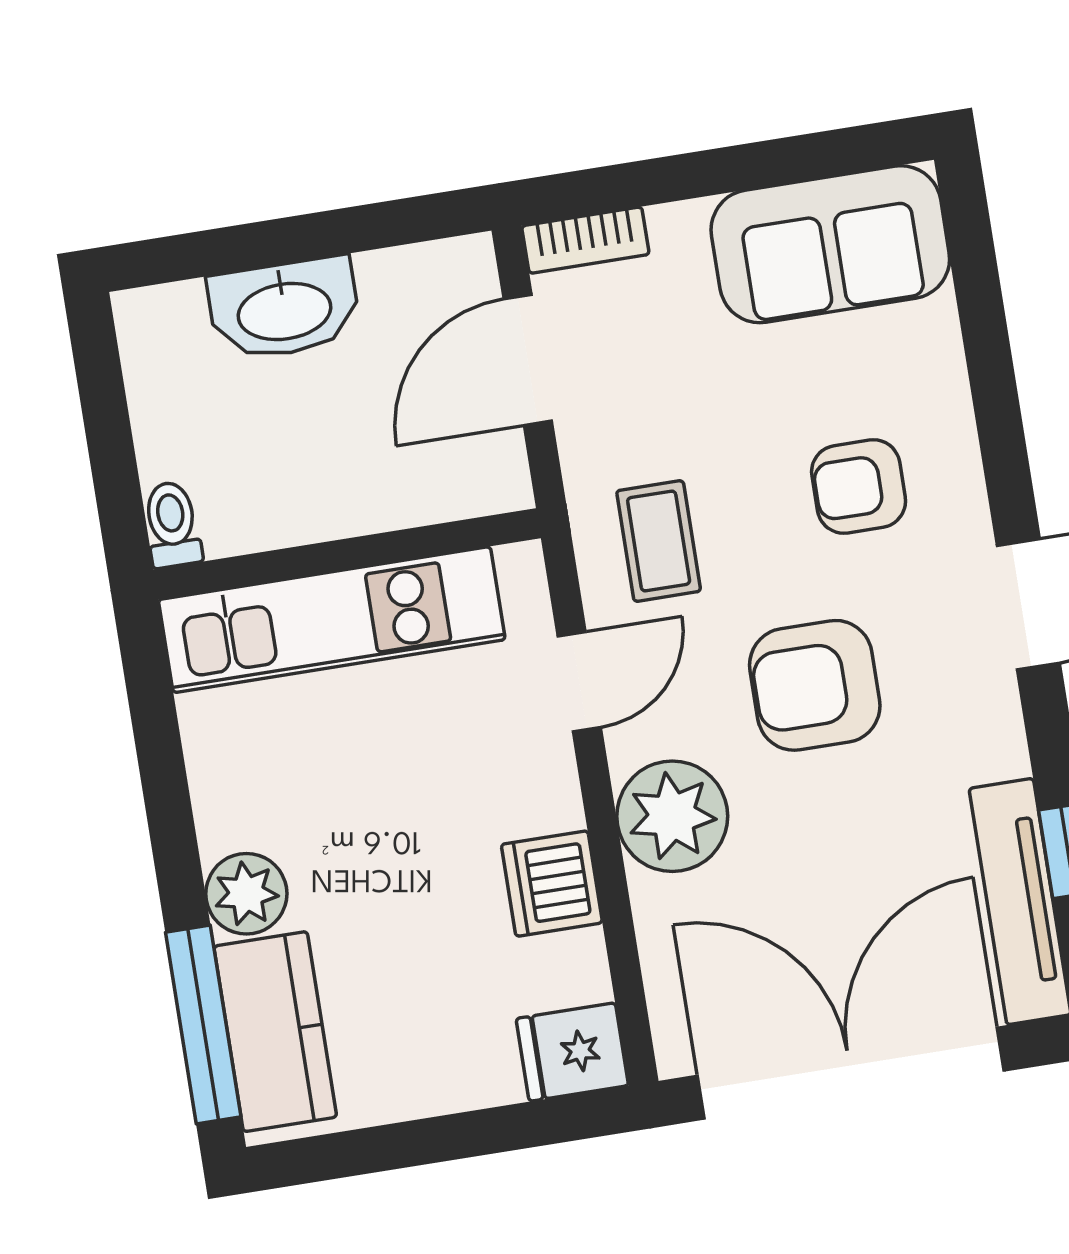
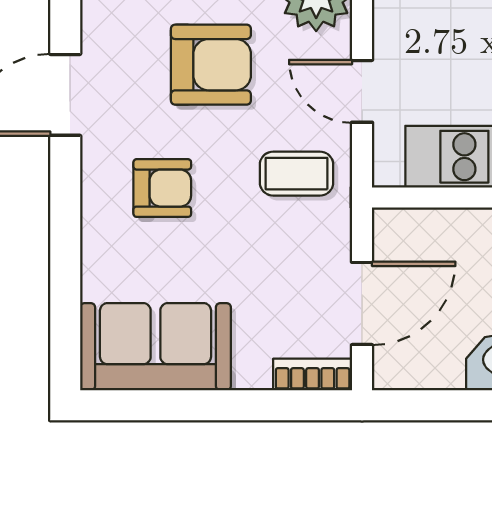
coffee table: (659, 541) -> (297, 174), turned 90
door: (579, 682) -> (362, 91), hinge flipped

